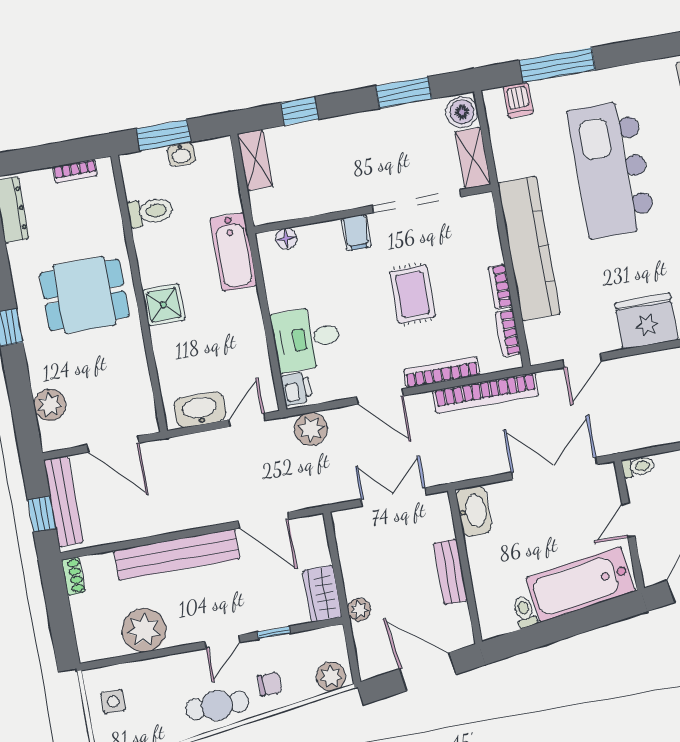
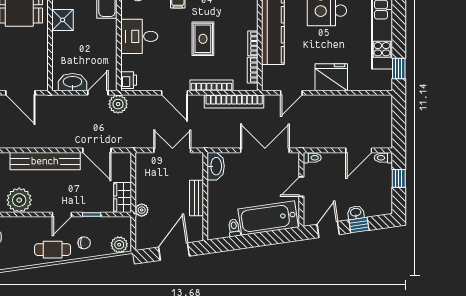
desk: (307, 339) -> (139, 36), moved
plant: (311, 429) -> (118, 104), moved
door: (428, 672) -> (174, 252), hinge flipped

